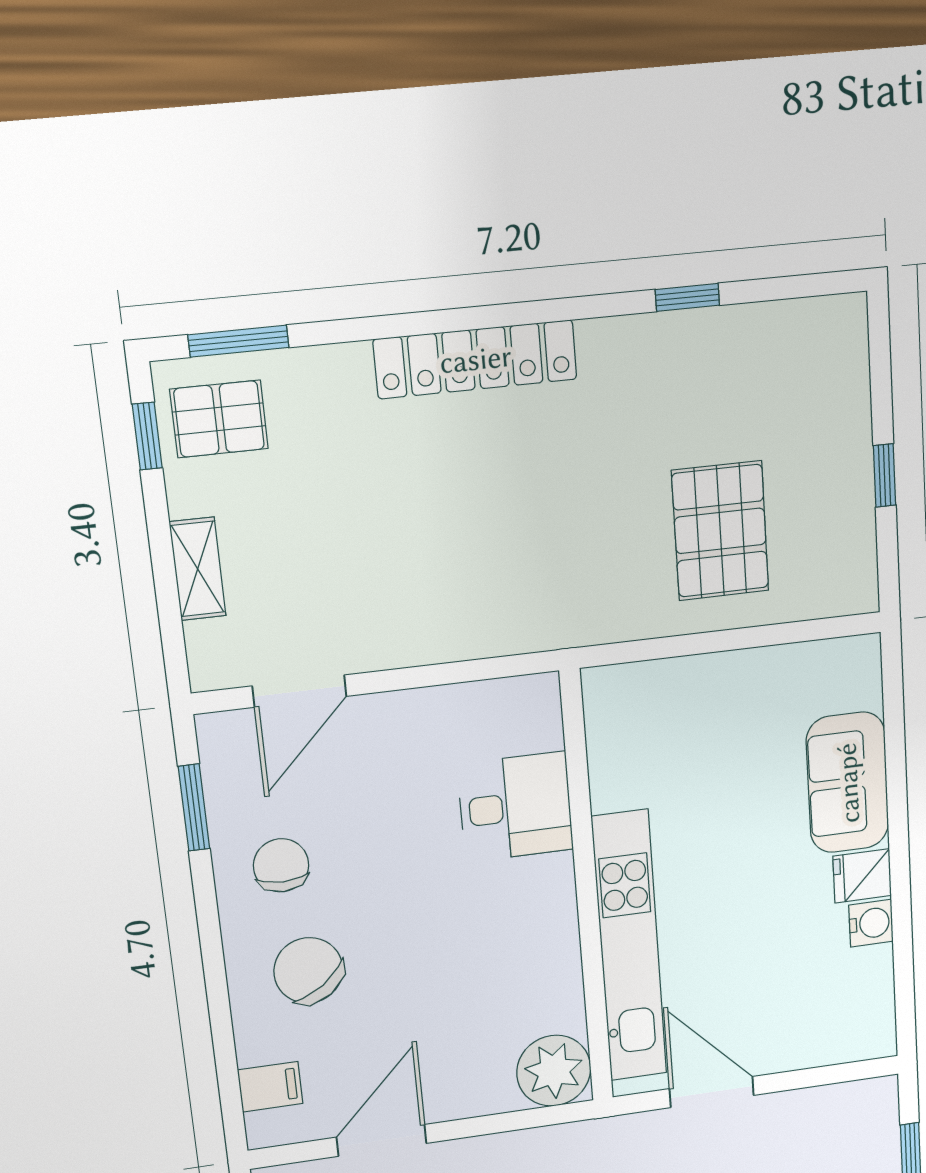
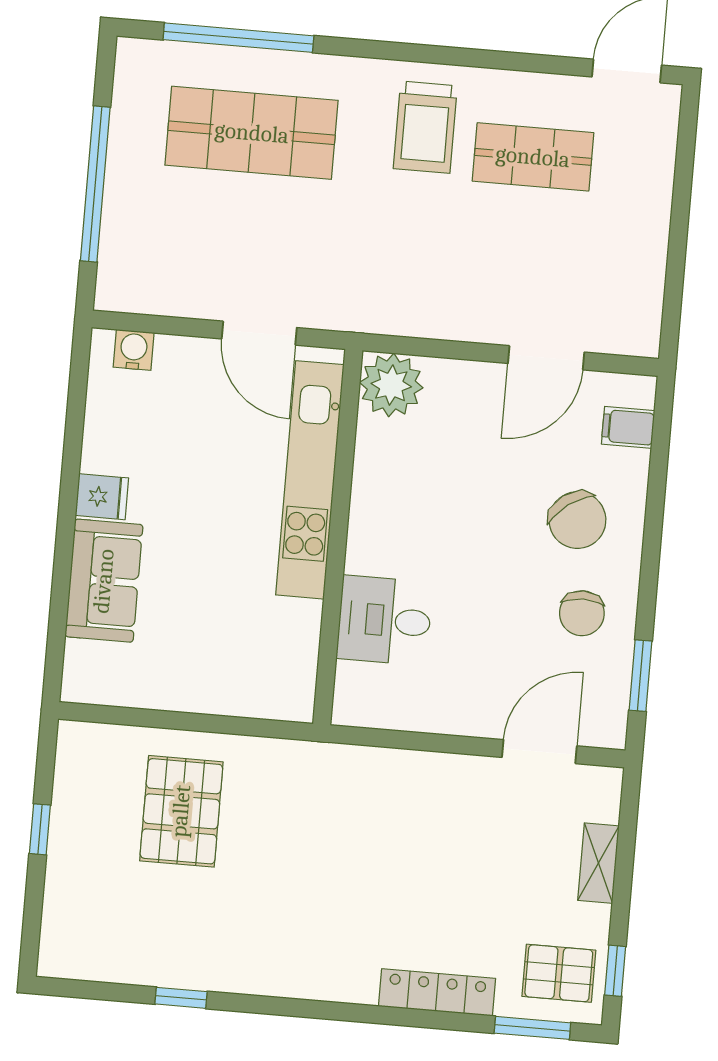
locker: (476, 359) -> (437, 992), moved, width x0.71, depth x0.83
water cooler: (871, 923) -> (134, 350), moved, turned 90

